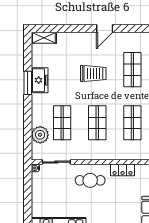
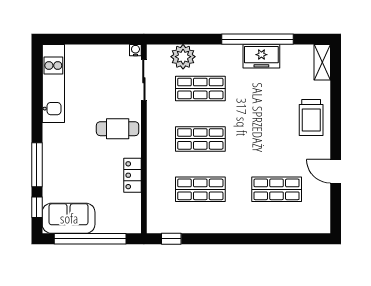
door: (105, 29) -> (336, 171), moved
trolley: (93, 73) -> (311, 117), moved
window: (28, 83) -> (258, 39), width x2.11
cafe table: (90, 180) -> (118, 129), turned 90

